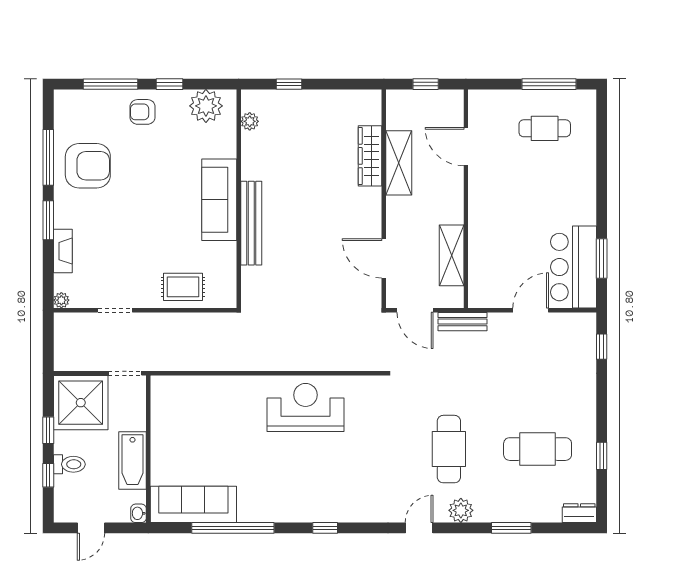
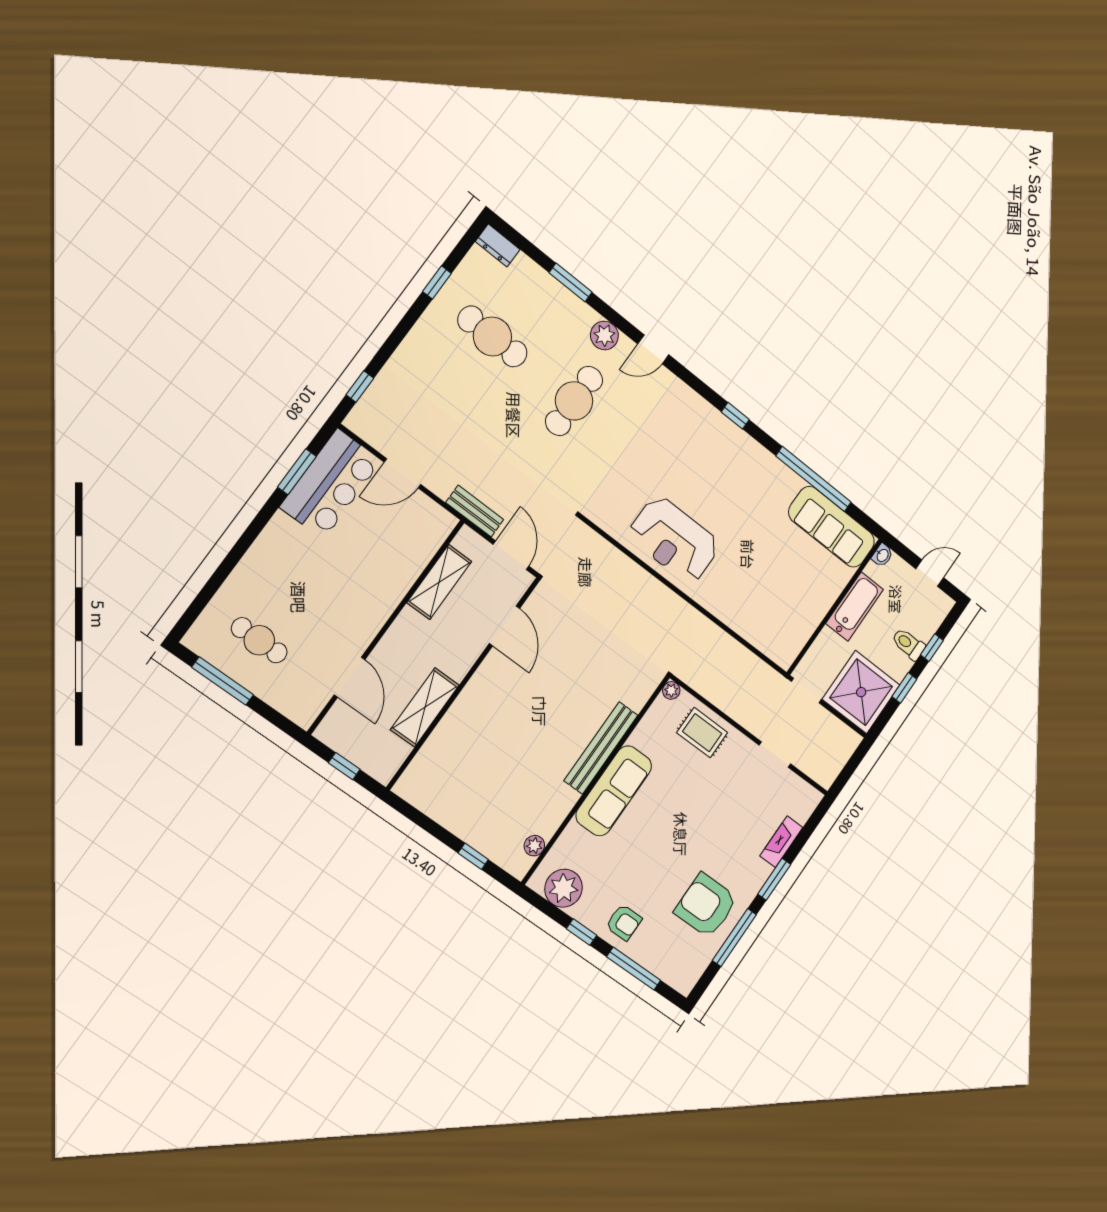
wardrobe: (370, 156) -> (447, 733), removed
plant: (61, 300) -> (671, 690), moved

